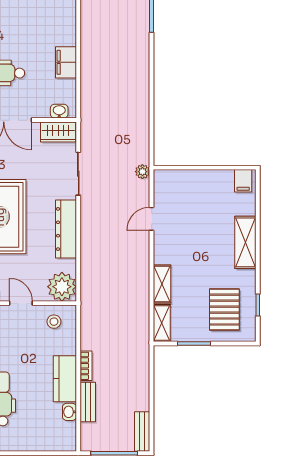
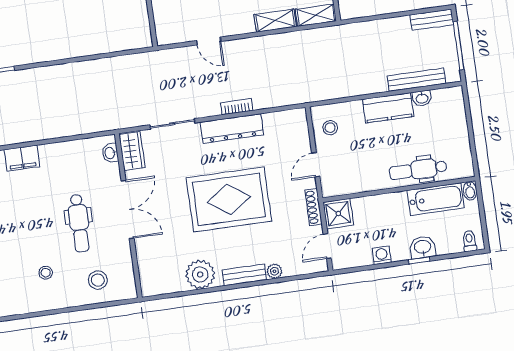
filing cabinet: (66, 62) -> (22, 158), moved
plant: (142, 172) -> (161, 57), removed
plant: (62, 287) -> (293, 125), removed
bookcase: (86, 366) -> (237, 107), moved
bench: (88, 402) -> (416, 80), width x1.36

